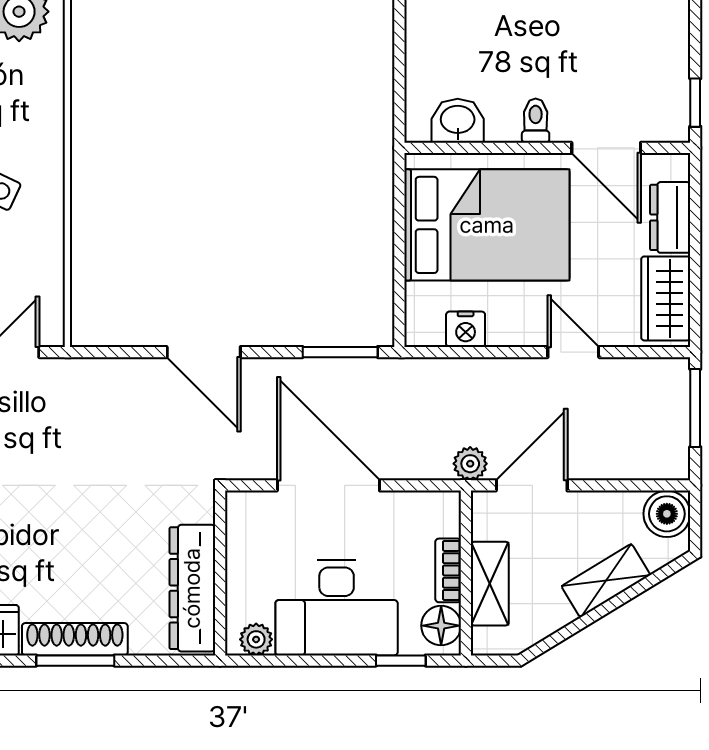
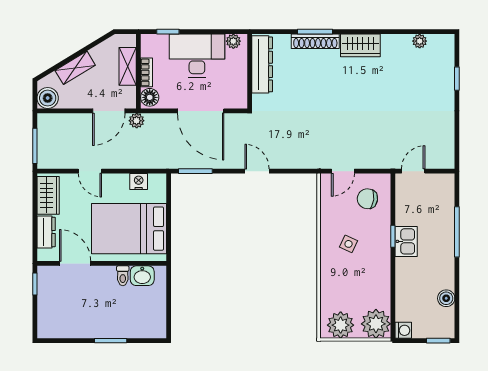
toilet: (536, 121) -> (123, 276), moved
door: (204, 352) -> (257, 171), width x0.73
floor lamp: (441, 626) -> (150, 97), moved

